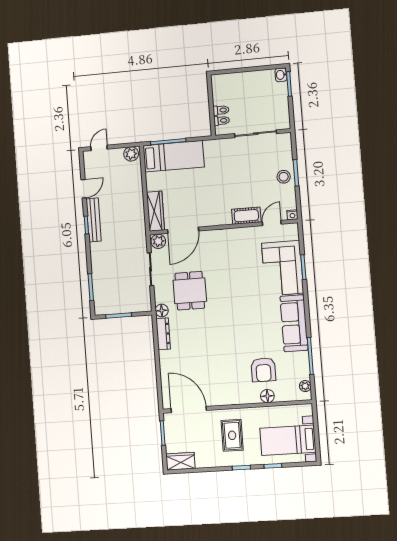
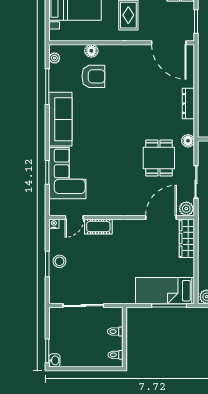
toilet: (222, 121) -> (115, 355), moved
dresser: (163, 334) -> (188, 104), moved
armchair: (263, 370) -> (93, 76), turned 90

